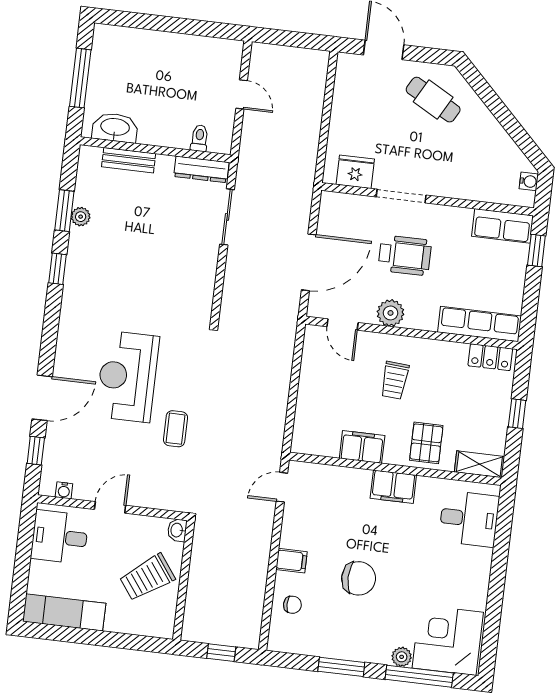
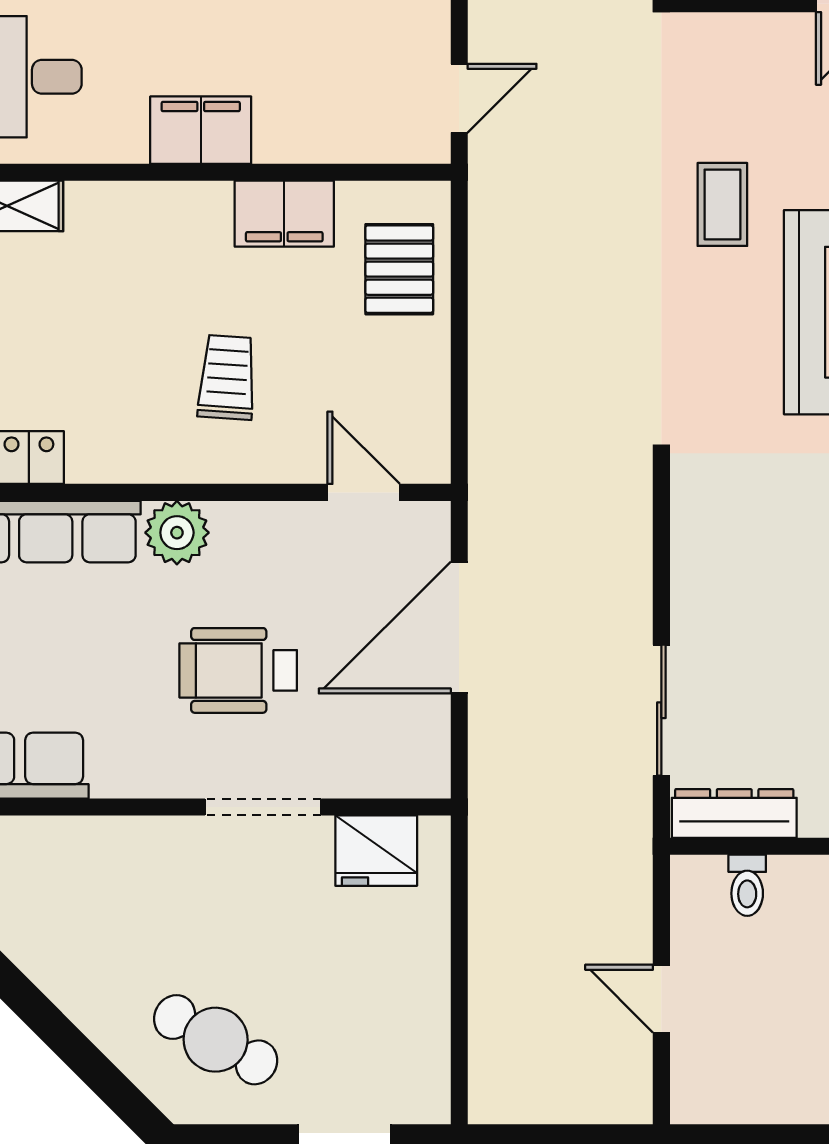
plant: (390, 313) -> (177, 533), moved
pallet: (426, 443) -> (399, 269), moved

